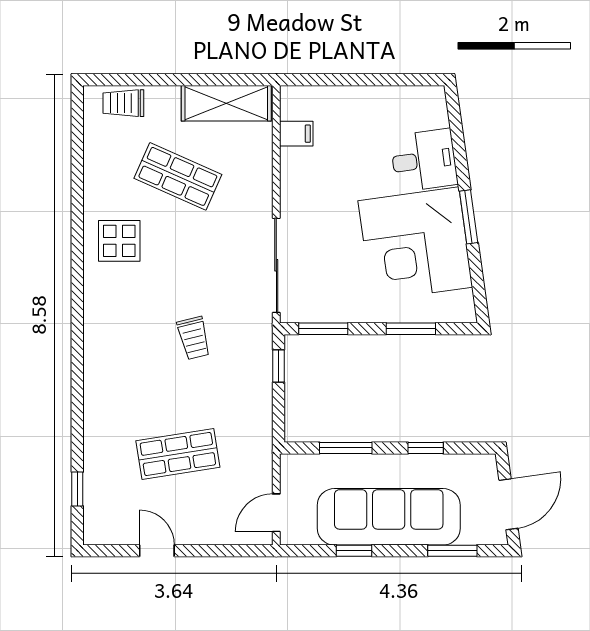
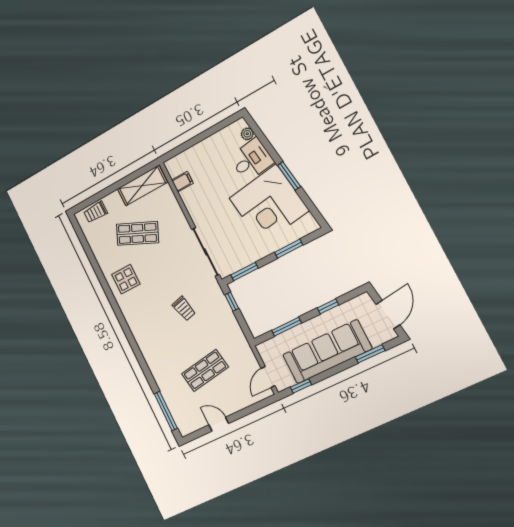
plant: (438, 116) -> (247, 134), added
window: (77, 489) -> (166, 411), width x2.17
window: (354, 551) -> (301, 386), moved

